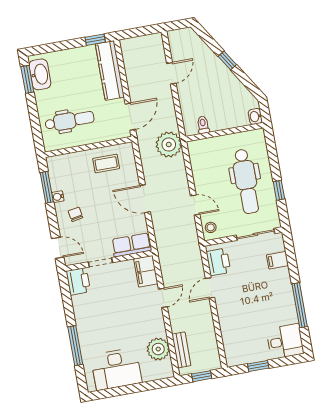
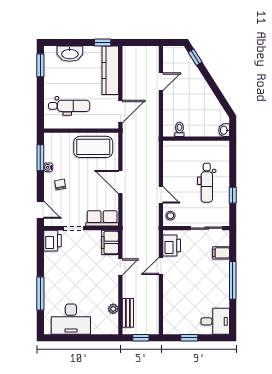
window: (227, 60) -> (195, 57), moved
washbasin: (40, 74) -> (70, 54), moved, turned 90
plant: (169, 145) -> (148, 141), removed
coffee table: (106, 163) -> (93, 147), width x1.86, depth x1.72
dental chair: (246, 181) -> (207, 183), width x0.73, depth x0.72
window: (300, 305) -> (233, 280), moved
plant: (158, 349) -> (113, 309), width x0.53, depth x0.53

